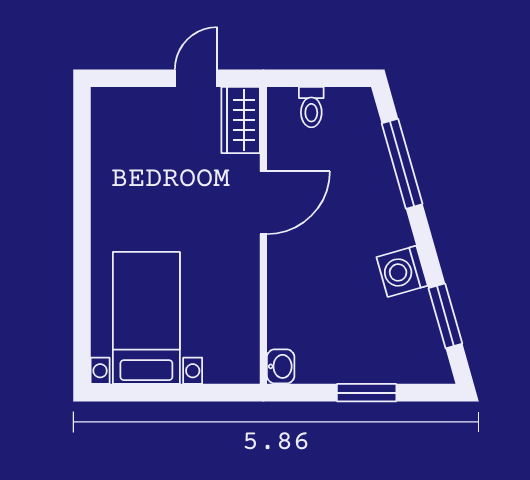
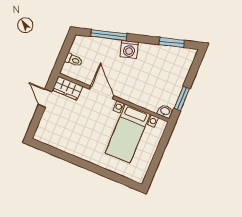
washing machine: (402, 271) -> (129, 49), moved
bed with nightstands: (146, 318) -> (128, 133), moved, turned -90
window: (367, 393) -> (182, 98), moved

